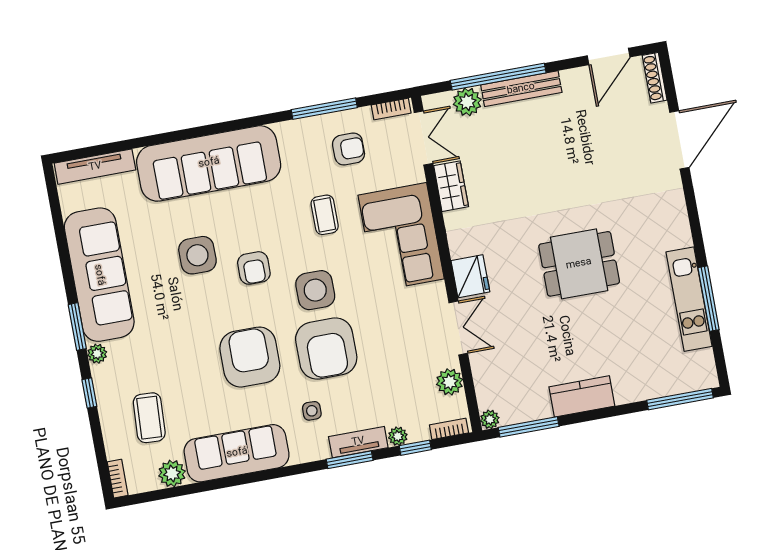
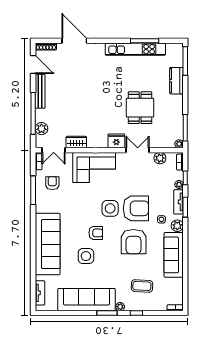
bench: (521, 89) -> (40, 91), moved
double door: (423, 138) -> (54, 150), swing flipped
tv unit: (95, 167) -> (40, 293), width x0.71
coffee table: (325, 215) -> (79, 198), removed
dining table: (579, 264) -> (140, 108), moved
kitchen unit: (689, 299) -> (135, 49), width x1.36
armchair: (250, 357) -> (134, 242), turned -90
kitchen counter: (582, 396) -> (177, 81), moved
coffee table: (149, 418) -> (142, 286), moved
plant: (172, 473) -> (177, 226), moved

